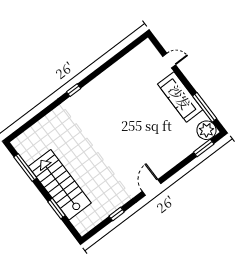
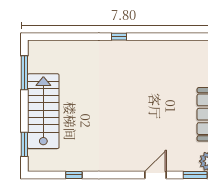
door: (152, 187) -> (156, 175), moved
window: (56, 209) -> (24, 144), moved

